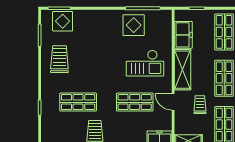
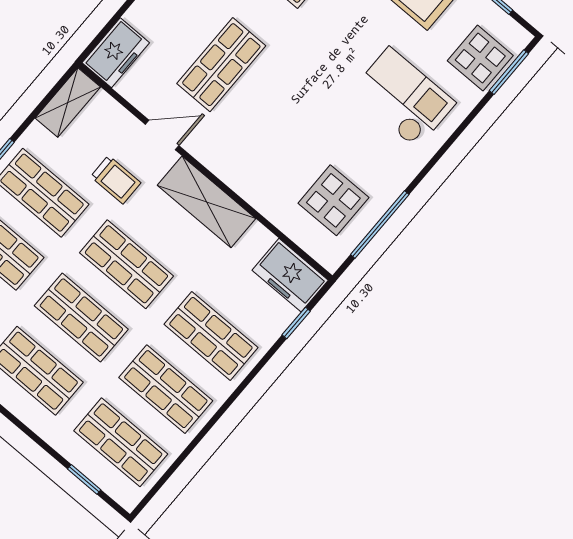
display table: (134, 25) -> (333, 200), moved
freezer: (183, 35) -> (290, 275), moved
checkout: (145, 63) -> (403, 98), moved, turned 90

